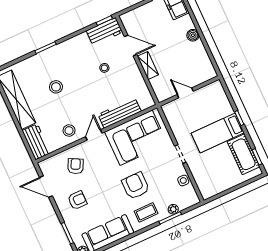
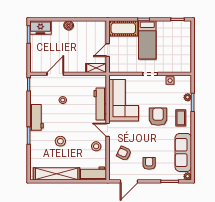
workbench: (104, 31) -> (36, 117), moved
shelving: (148, 66) -> (96, 68), moved
cot: (244, 154) -> (123, 28), moved
armchair: (136, 186) -> (158, 117), turned 90

